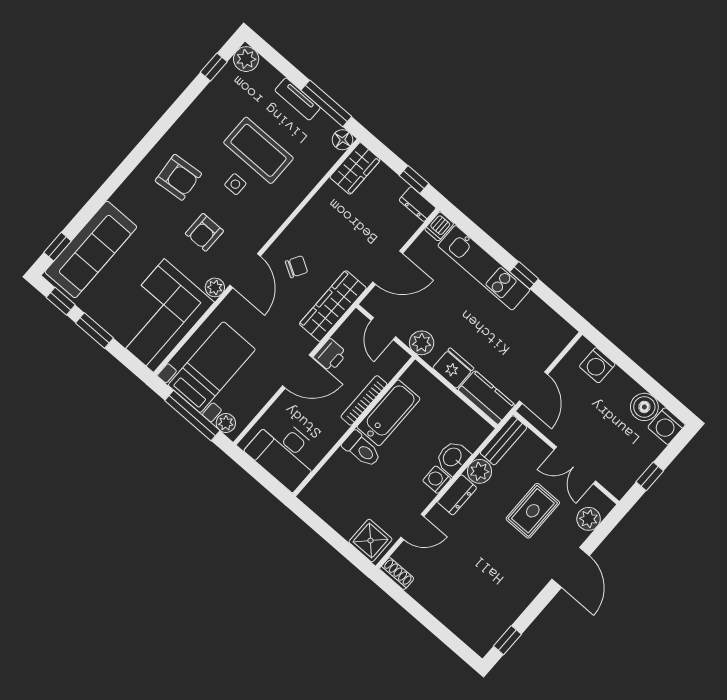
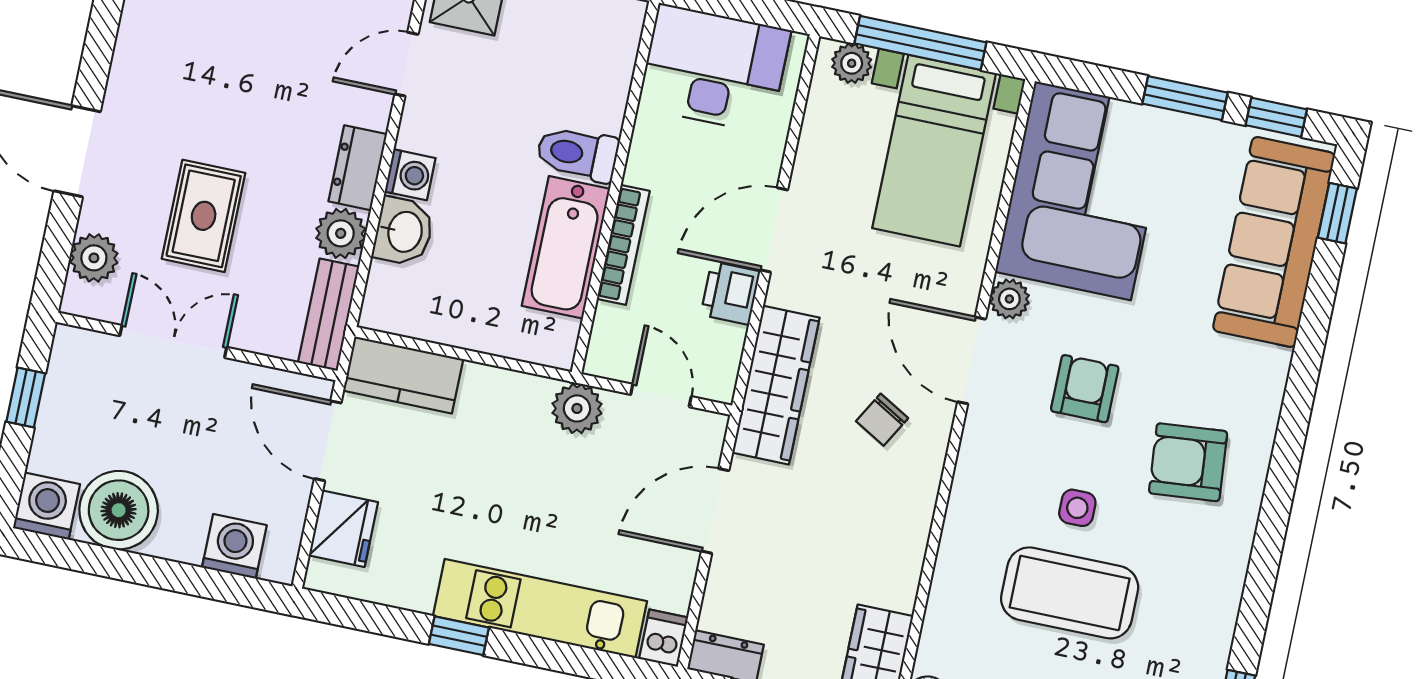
fridge: (453, 368) -> (343, 529), moved, turned -90
boiler: (644, 407) -> (119, 510), width x1.37, depth x1.37

